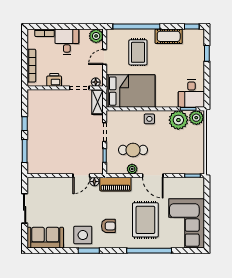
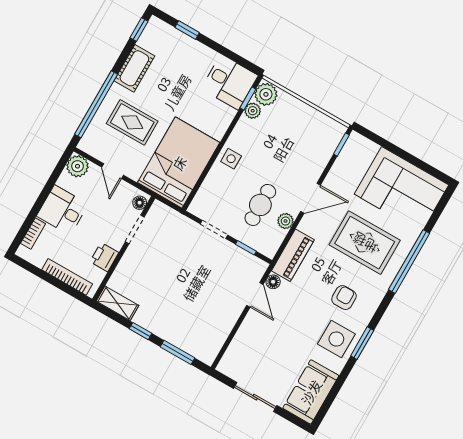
shelving: (97, 102) -> (118, 303), moved
plant: (178, 120) -> (253, 111), width x0.53, depth x0.53

